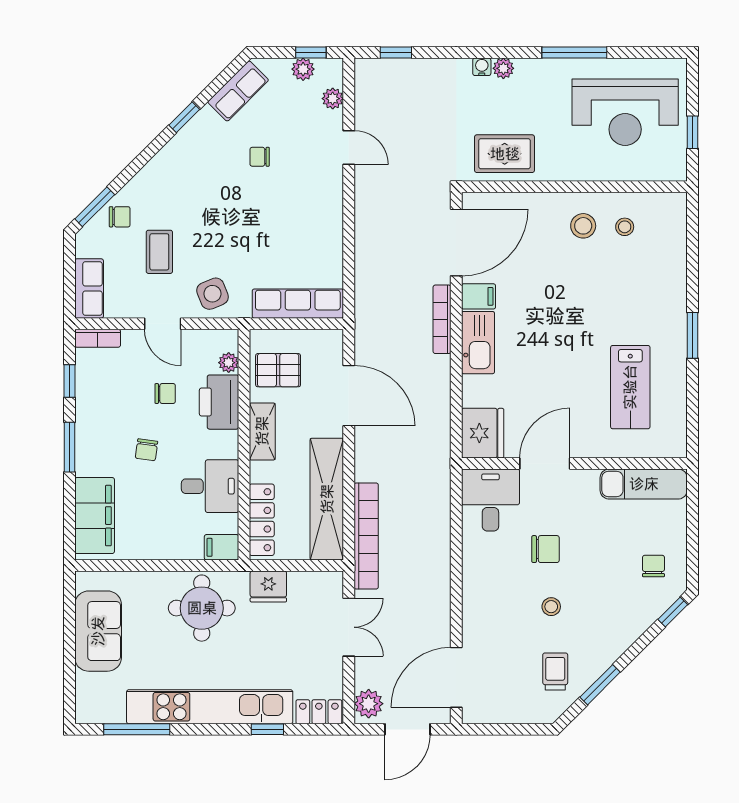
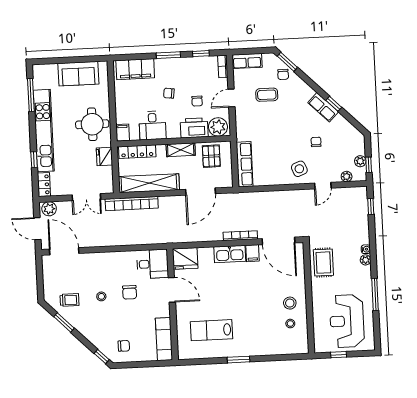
row of seats: (238, 91) -> (323, 107), moved
side table: (213, 294) -> (299, 169), moved
plant: (229, 363) -> (218, 127), width x1.88, depth x1.88

